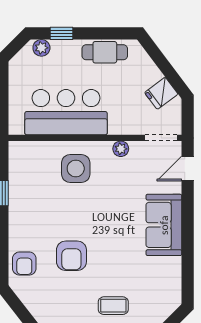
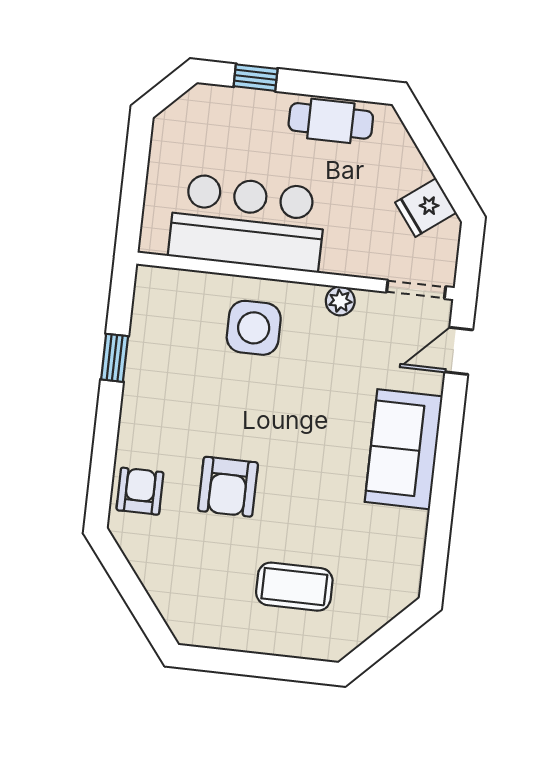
plant: (41, 48) -> (216, 100), removed
armchair: (24, 263) -> (140, 491), turned 180
coffee table: (113, 306) -> (294, 587), width x1.36, depth x1.30

